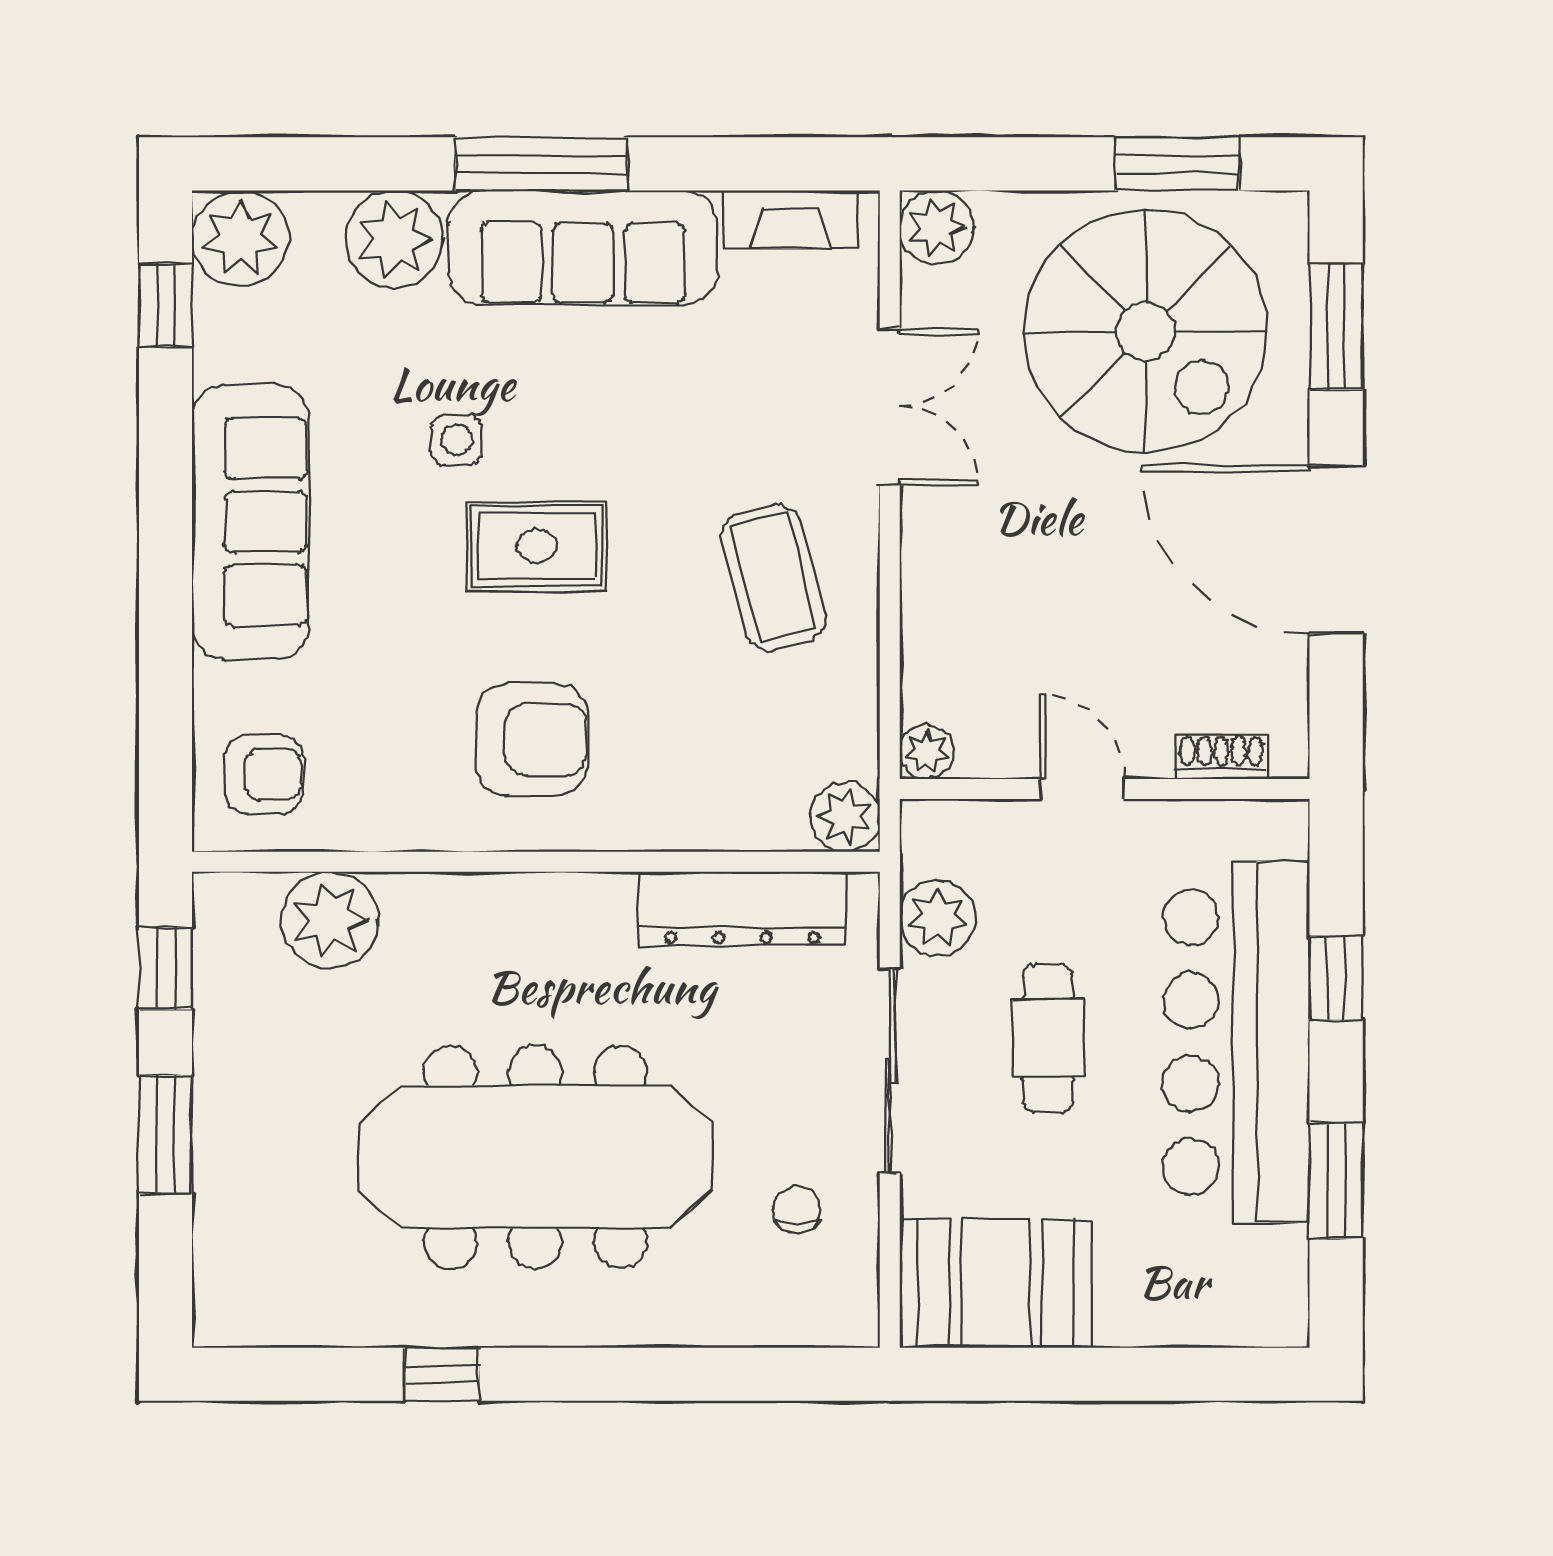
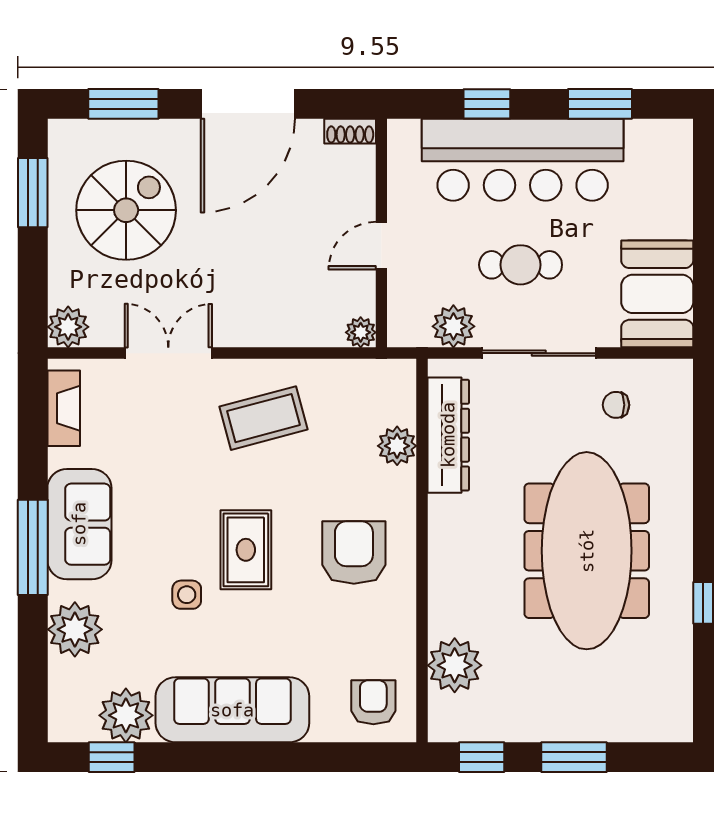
plant: (240, 239) -> (126, 715), moved
sofa: (583, 248) -> (79, 524), width x0.73
spiral stairs: (1146, 331) -> (126, 210), width x0.73, depth x0.73
shoe rack: (1221, 757) -> (350, 131), moved, turned -90
plant: (845, 817) -> (397, 446), moved

